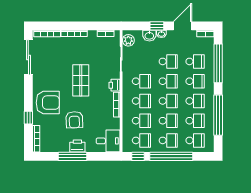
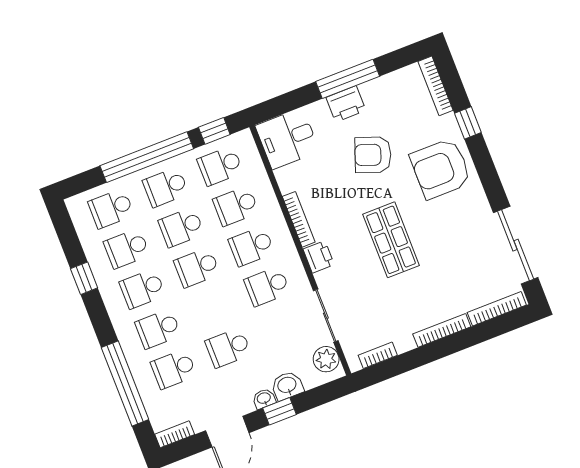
school desk: (168, 81) -> (213, 308), removed
window: (218, 115) -> (84, 278), width x0.32
armchair: (74, 120) -> (373, 155), turned -68

